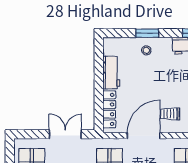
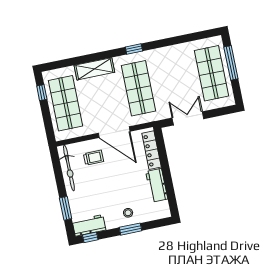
double door: (65, 134) -> (188, 118), swing flipped
door: (144, 136) -> (114, 132), hinge flipped

